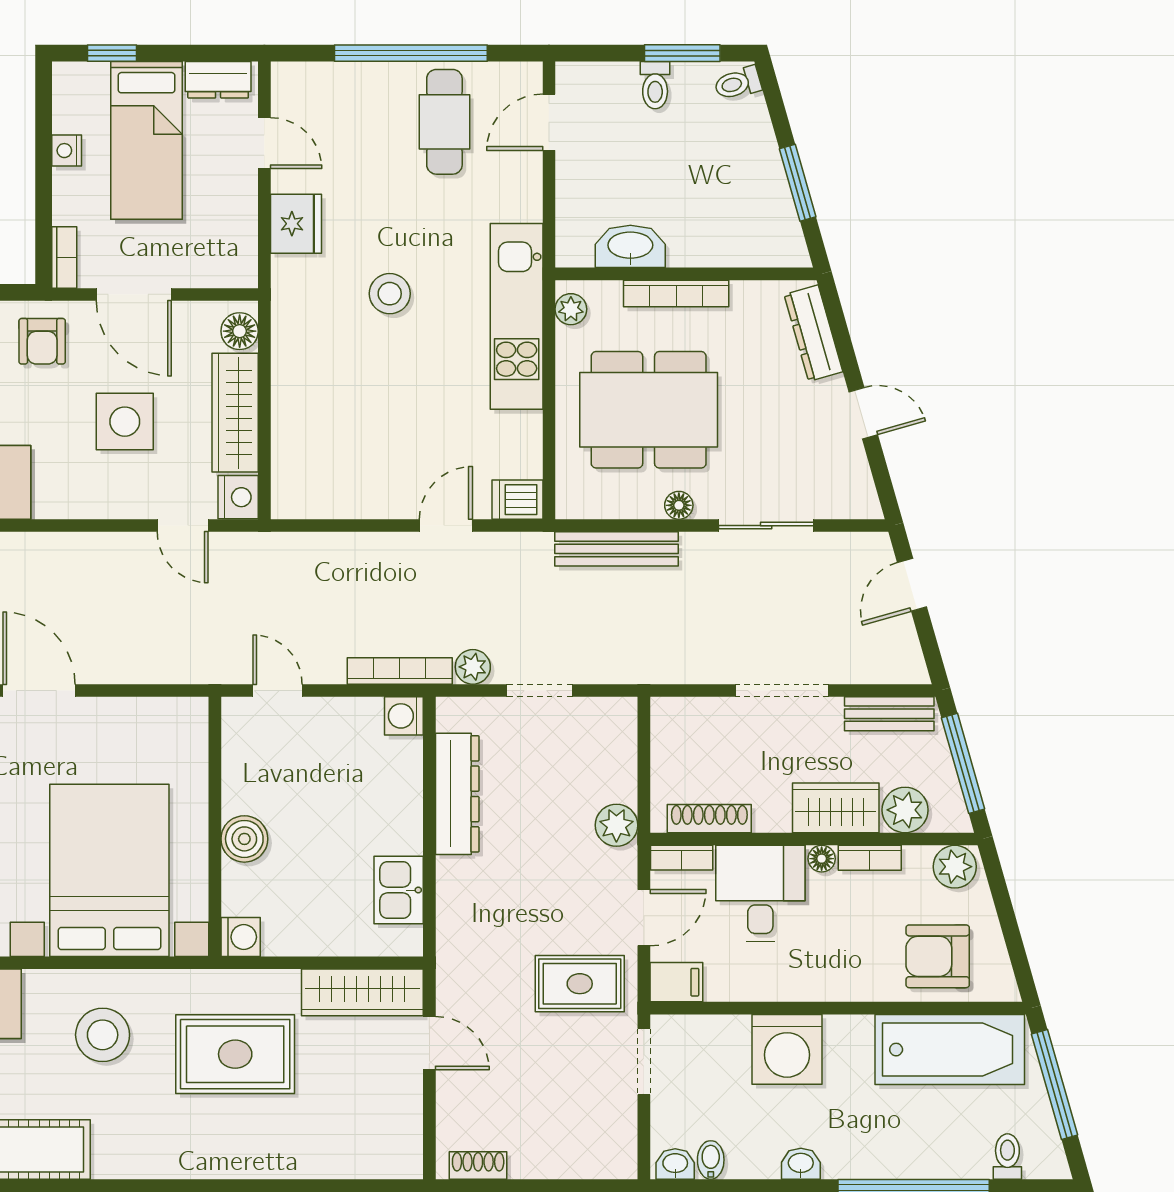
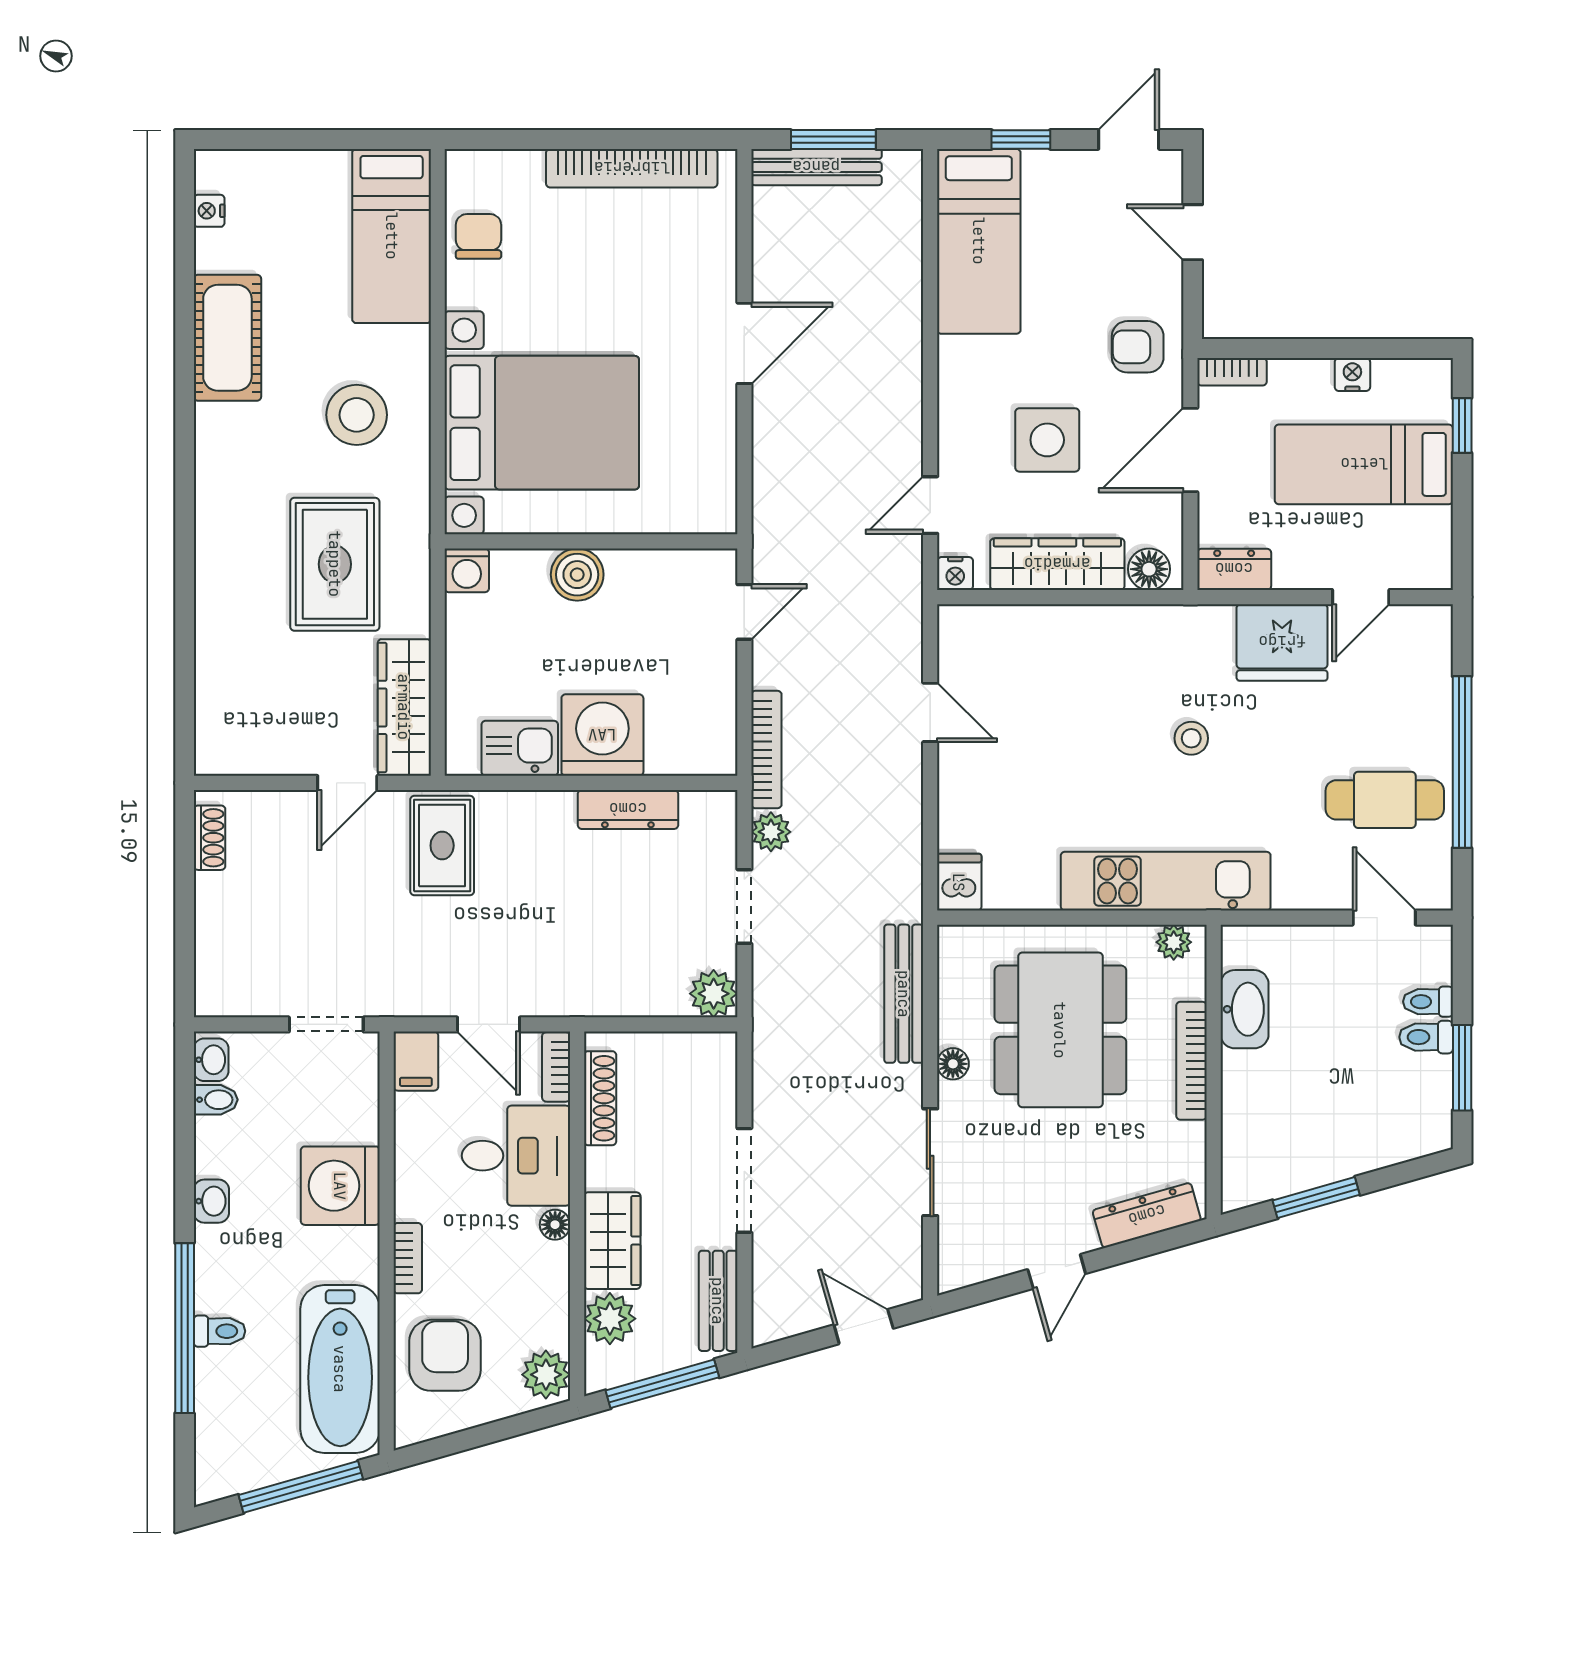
dresser: (218, 80) -> (1234, 569), moved, turned 90
toilet: (738, 83) -> (1428, 1002), moved, turned -74
fridge: (296, 224) -> (1282, 642), width x1.36, depth x1.34
stool: (390, 294) -> (1191, 738), width x0.73, depth x0.73
nightstand: (238, 497) -> (955, 573), width x0.72, depth x0.74
door: (446, 526) -> (930, 712), moved
washing machine: (404, 716) -> (602, 735), moved, width x1.89, depth x1.89
dresser: (457, 794) -> (628, 809), width x0.73, depth x0.80
plant: (616, 825) -> (714, 994), moved
bookcase: (870, 858) -> (408, 1258), moved, turned 180
rug: (580, 984) -> (442, 846), moved
toilet: (1007, 1157) -> (220, 1331), moved

